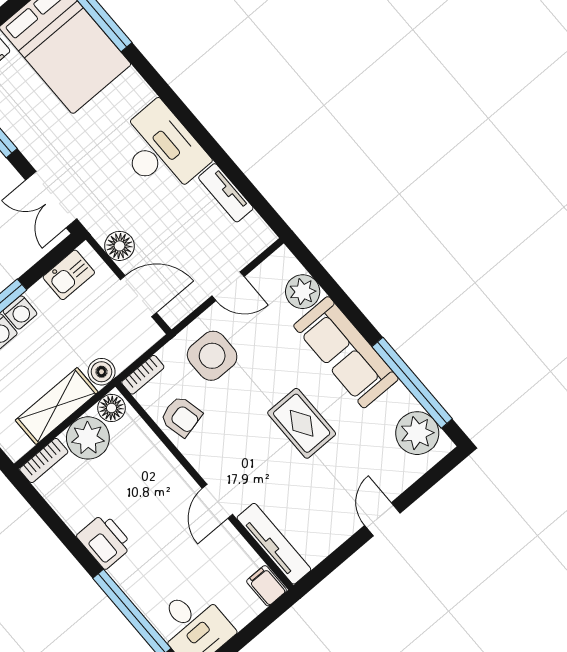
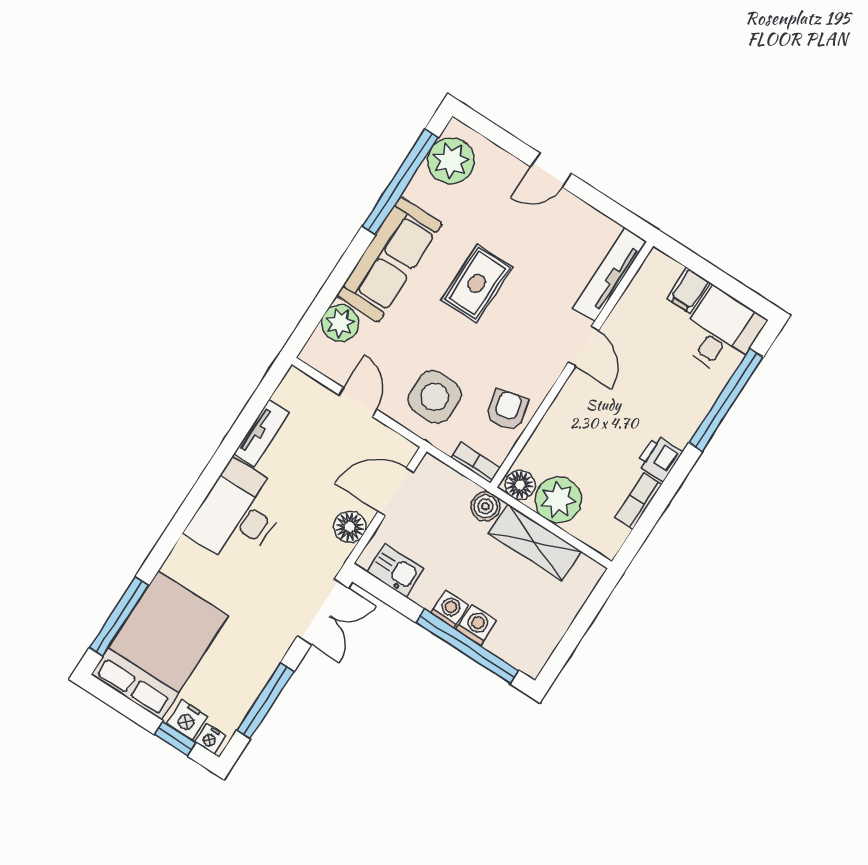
door: (138, 296) -> (396, 492), hinge flipped
bookcase: (44, 461) -> (639, 501), moved, turned -90
door: (217, 501) -> (584, 346), hinge flipped
printer: (105, 541) -> (659, 458), width x0.73, depth x0.81
filing cabinet: (267, 586) -> (689, 291), moved

